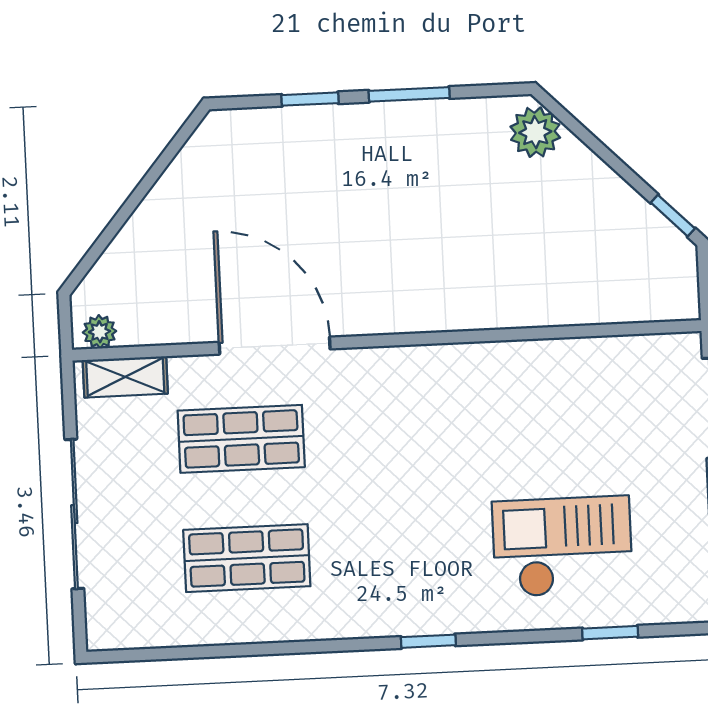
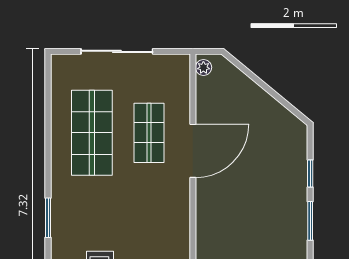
shelving: (125, 377) -> (181, 79), removed
shop shelf: (247, 558) -> (92, 133), width x1.43, depth x1.36
window: (428, 641) -> (48, 218), width x1.50

